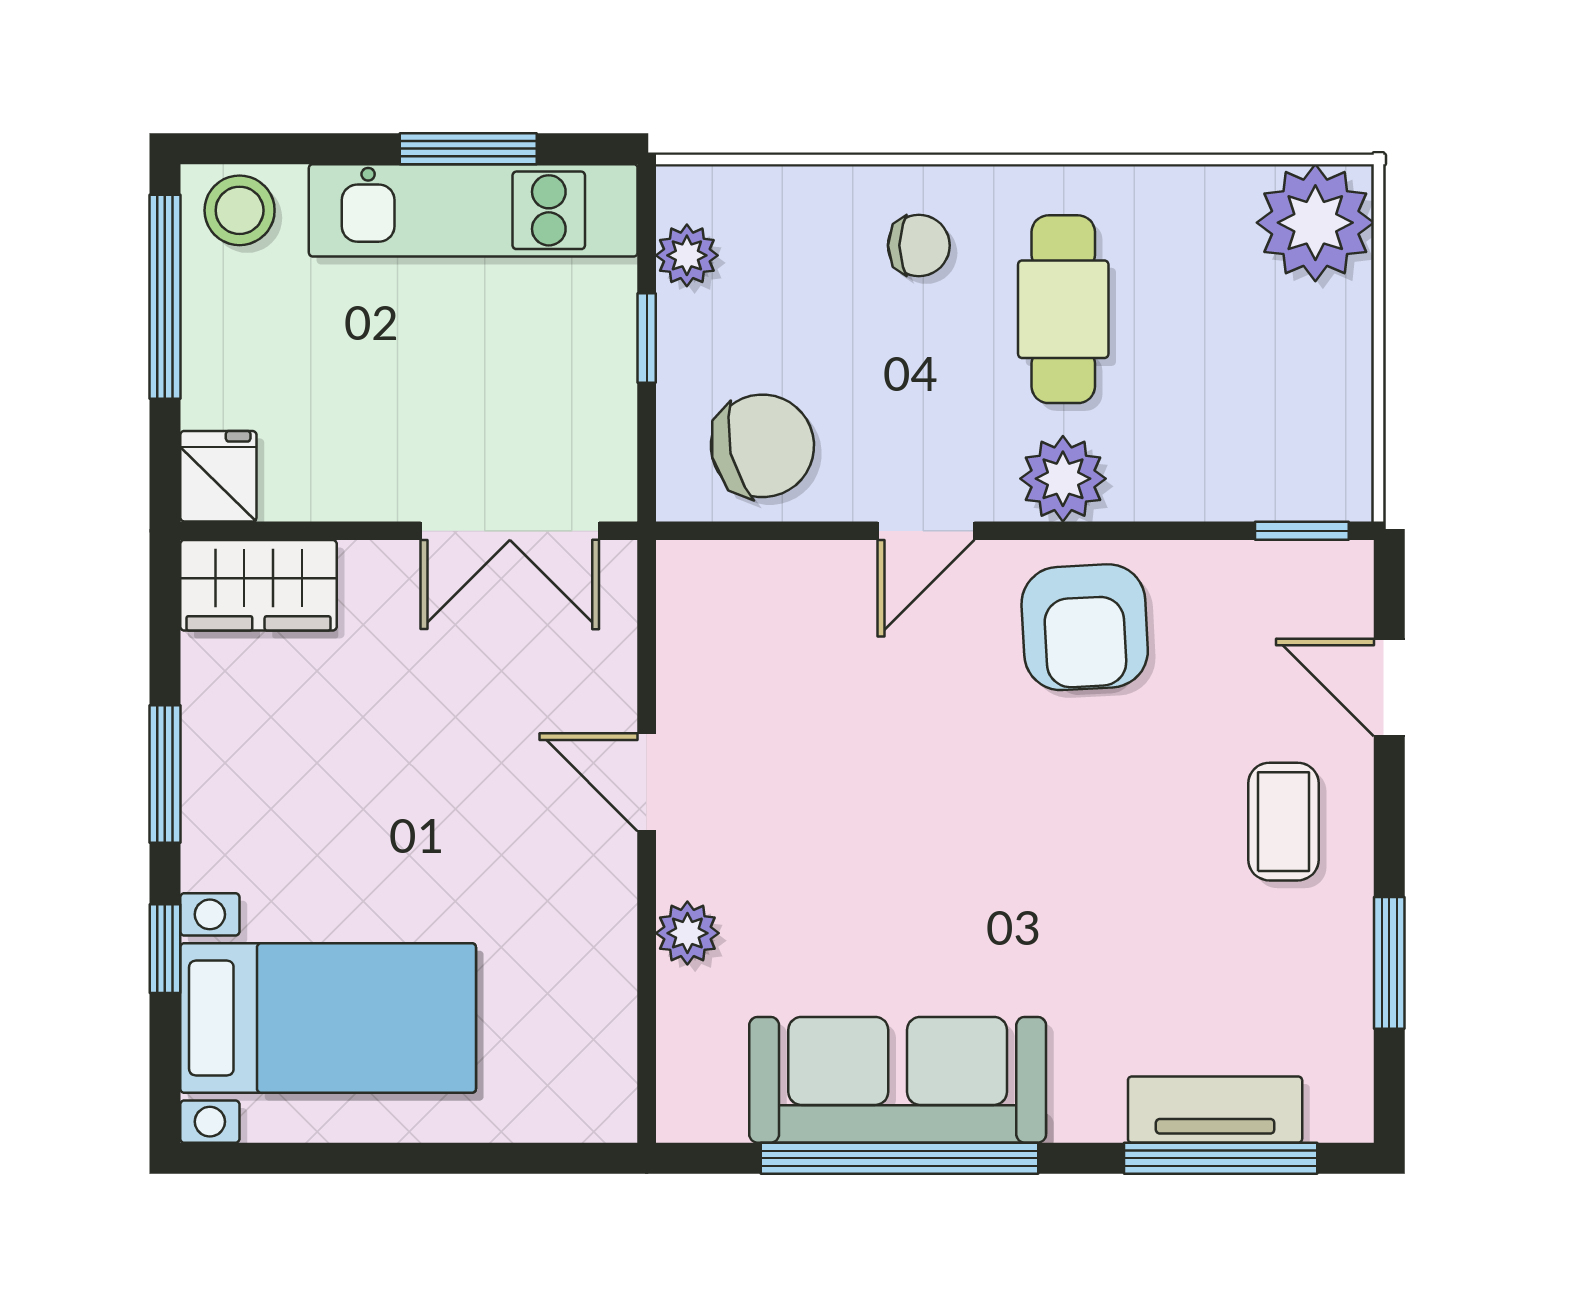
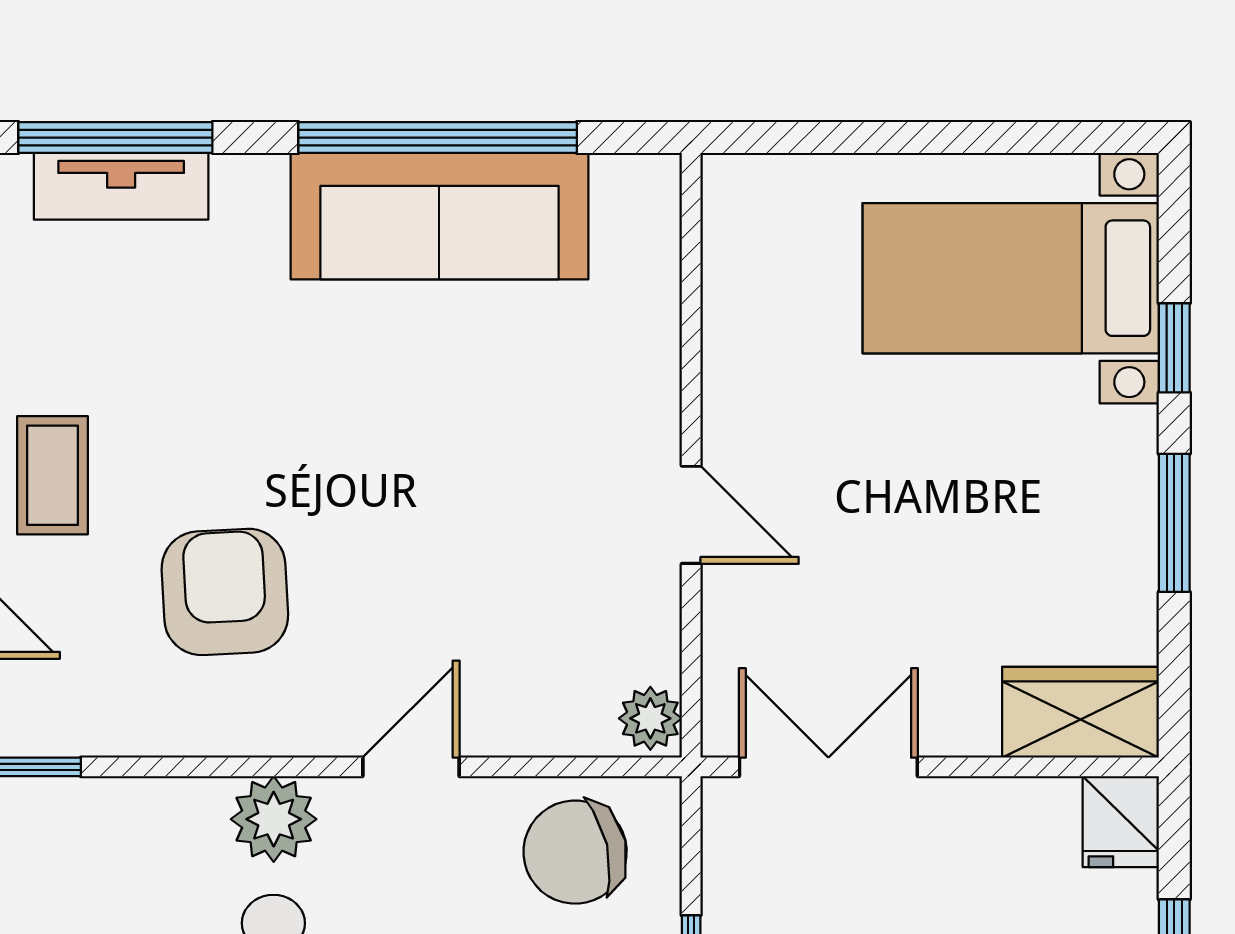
armchair: (1085, 627) -> (225, 592), moved
plant: (687, 933) -> (650, 718), moved

